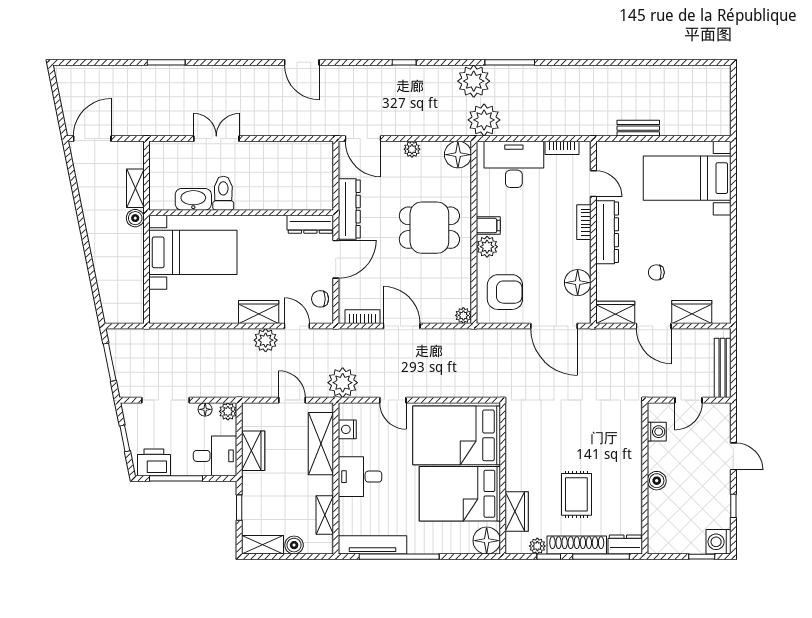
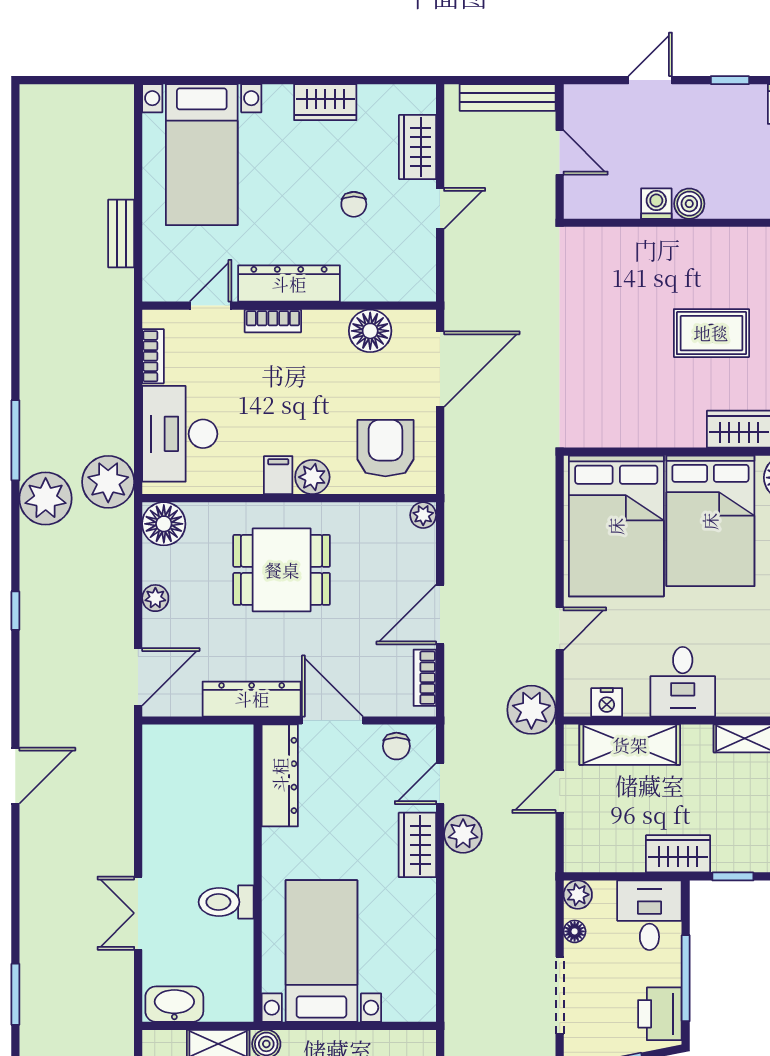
washbasin: (193, 199) -> (174, 1004), moved, turned 90
dresser: (310, 224) -> (280, 775), width x1.37, depth x1.24
dining table: (429, 228) -> (282, 570), turned 90
wardrobe: (615, 312) -> (325, 102), moved, turned -90
door: (654, 326) -> (440, 208), width x0.73
washing machine: (657, 432) -> (656, 204), moved
wardrobe: (253, 451) -> (678, 854), moved

